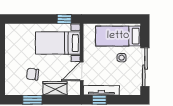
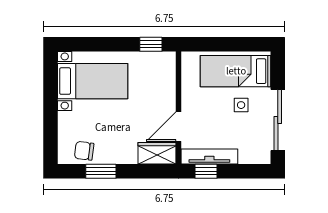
bed with nightstands: (58, 43) -> (93, 81), moved, turned 180
chair: (33, 74) -> (84, 151), moved
wardrobe: (55, 88) -> (157, 153), moved

